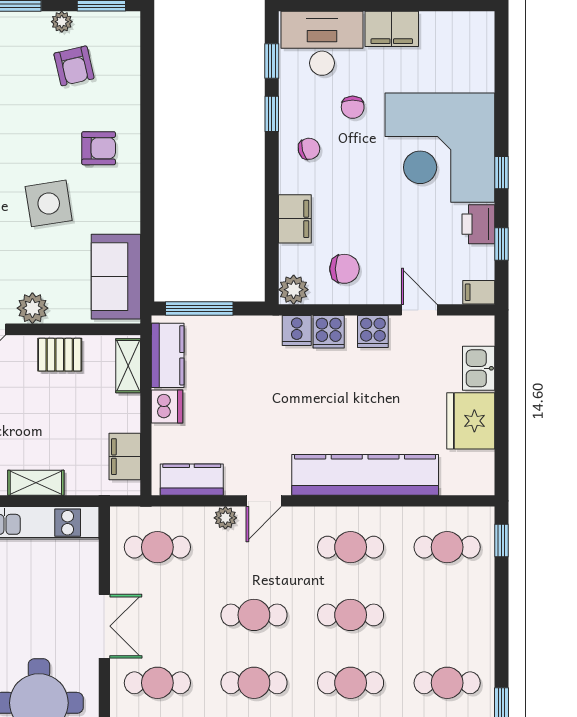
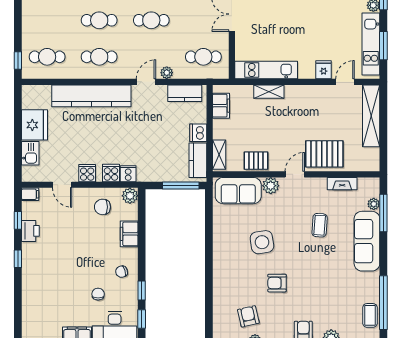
armchair: (99, 148) -> (277, 283), moved
corner desk: (440, 148) -> (51, 272), removed
sofa: (116, 277) -> (238, 191), moved, turned 90

